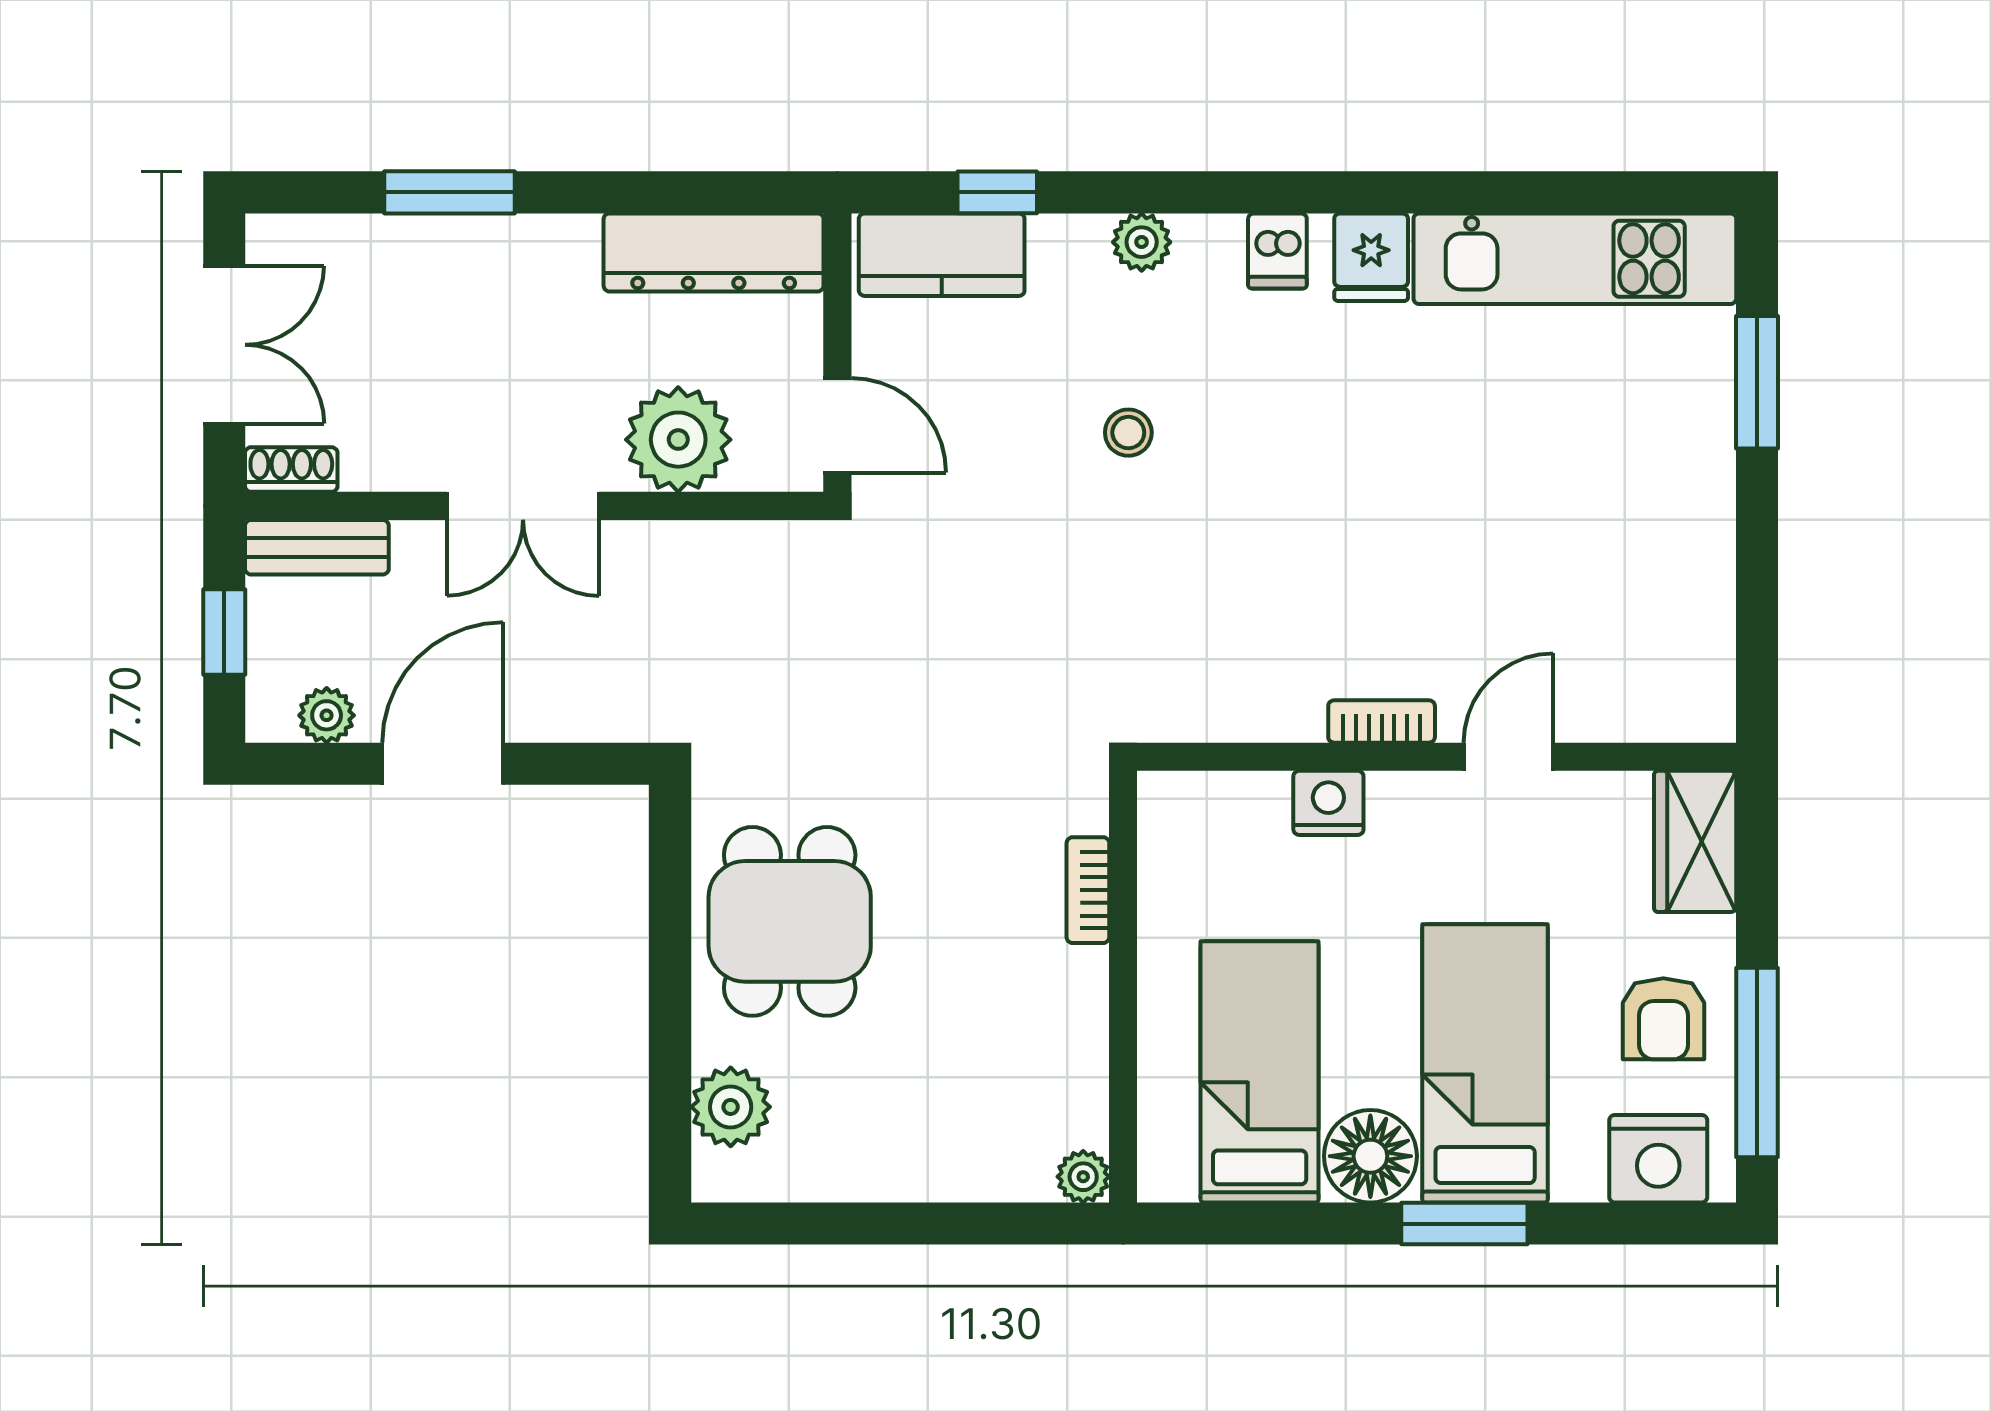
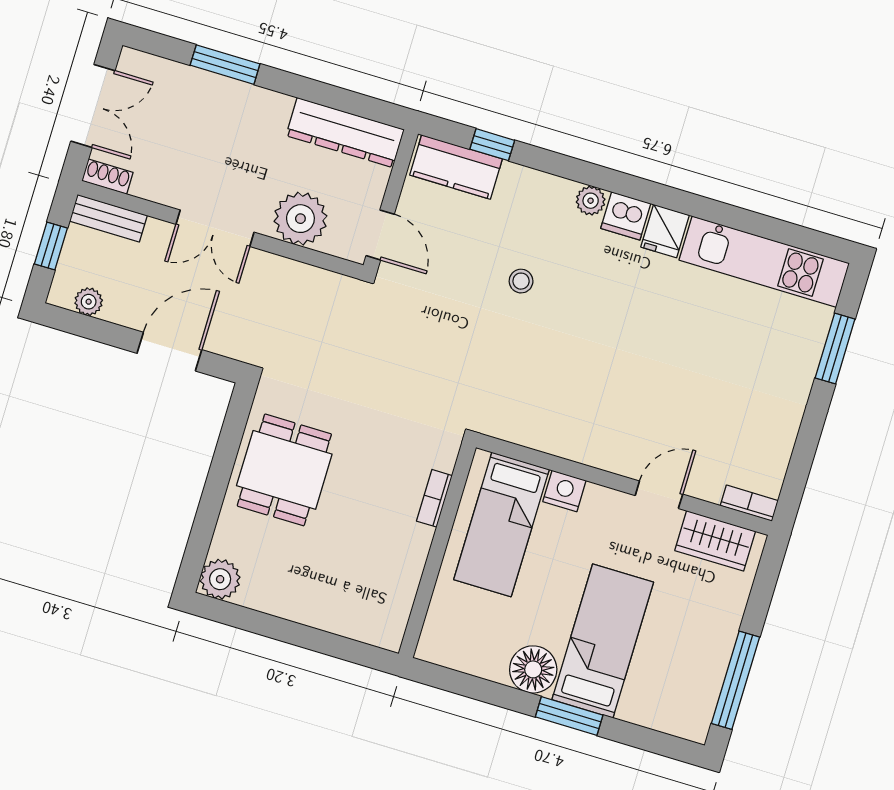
plant: (1142, 242) -> (591, 201), moved
dishwasher: (1277, 251) -> (626, 216), width x1.38
bookcase: (1382, 721) -> (749, 503), moved
door: (443, 764) -> (169, 352), moved
wardrobe: (1695, 841) -> (715, 541), moved, turned -90
armchair: (1663, 1019) -> (696, 645), removed
bed: (1260, 1072) -> (502, 524), moved, turned 180
plant: (731, 1107) -> (220, 579), moved
nightstand: (1658, 1159) -> (673, 713), removed
plant: (1083, 1177) -> (390, 637), removed

